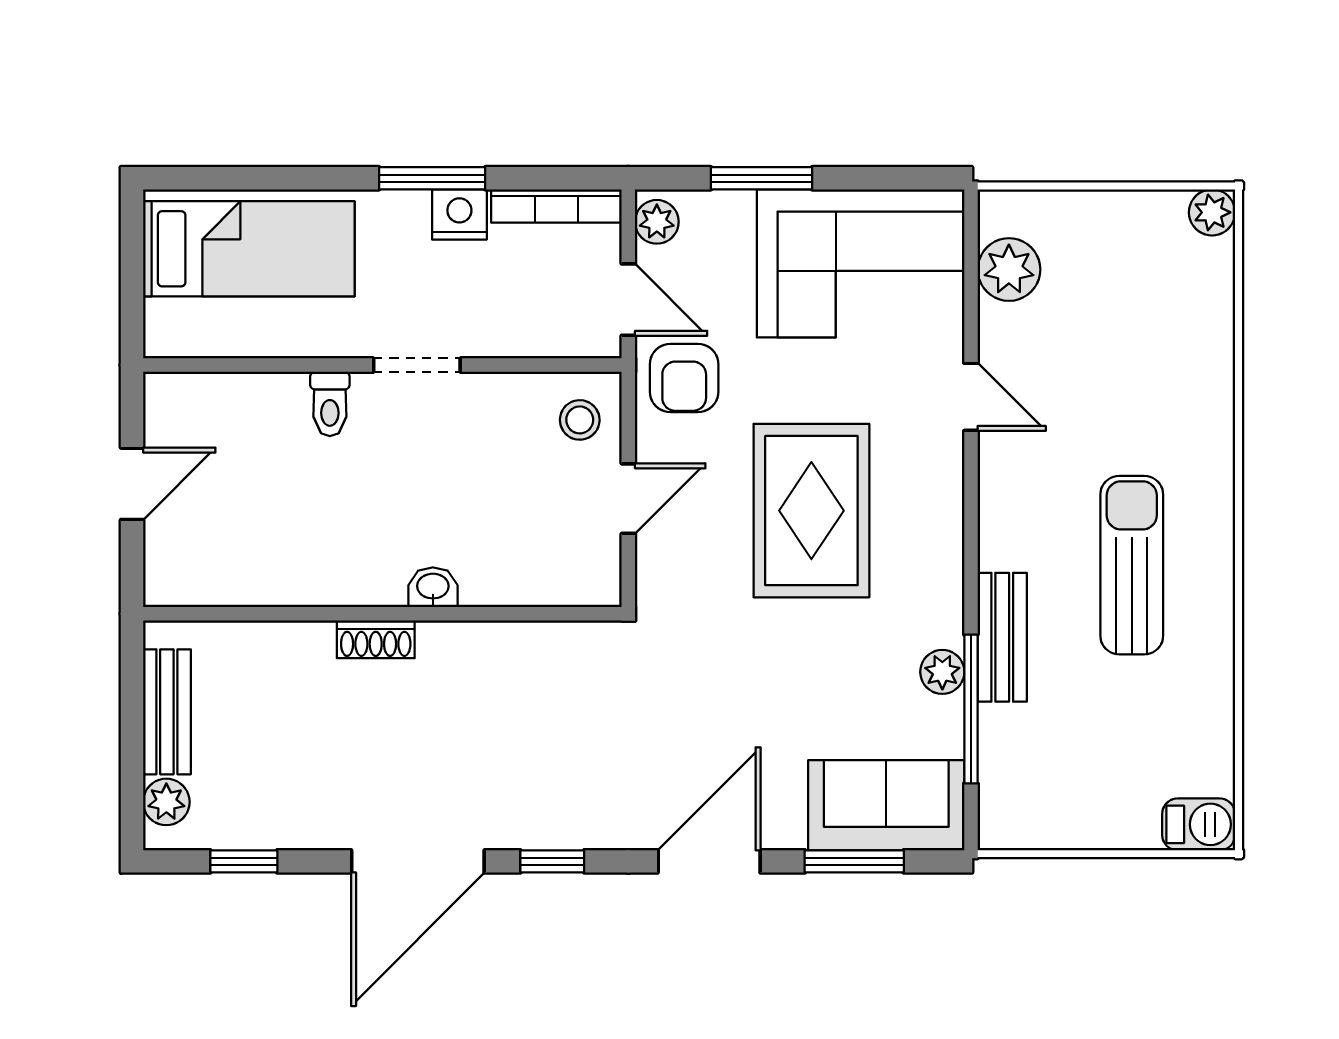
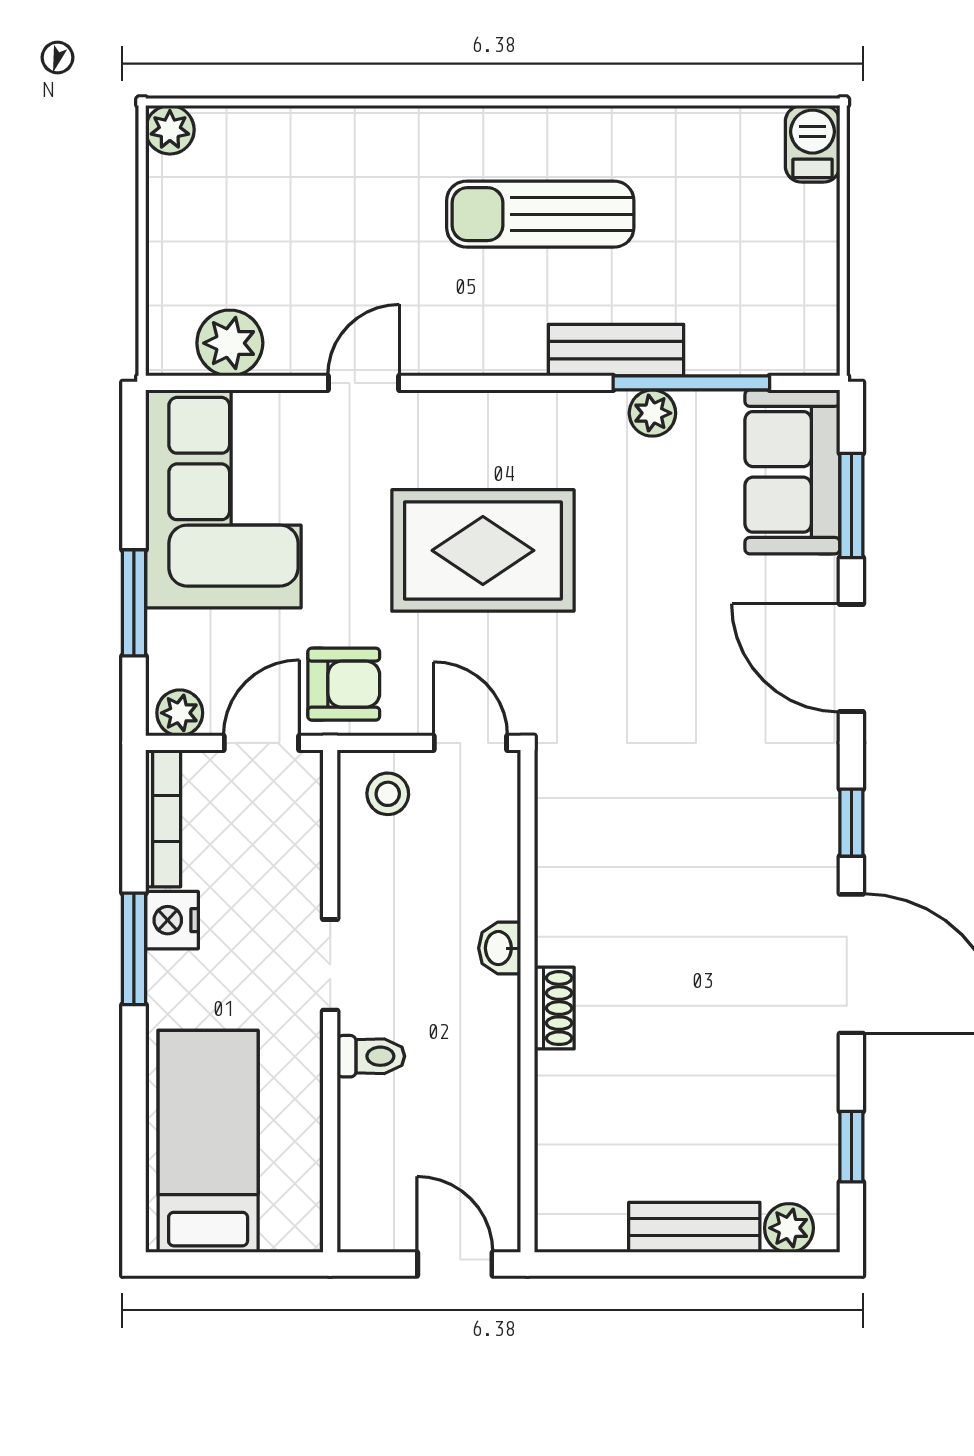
washbasin: (433, 587) -> (500, 948), moved
wall: (382, 614) -> (527, 1001), moved
shoe rack: (376, 639) -> (554, 1008), moved

